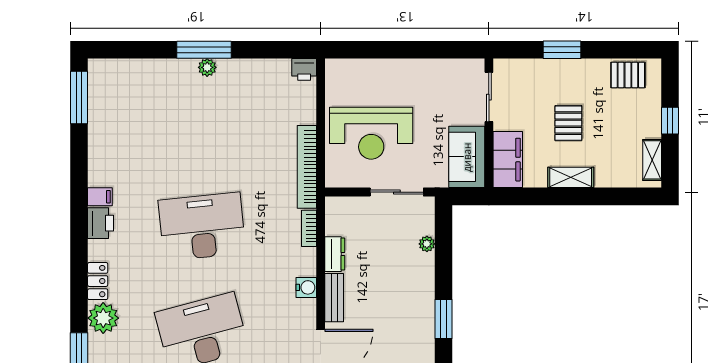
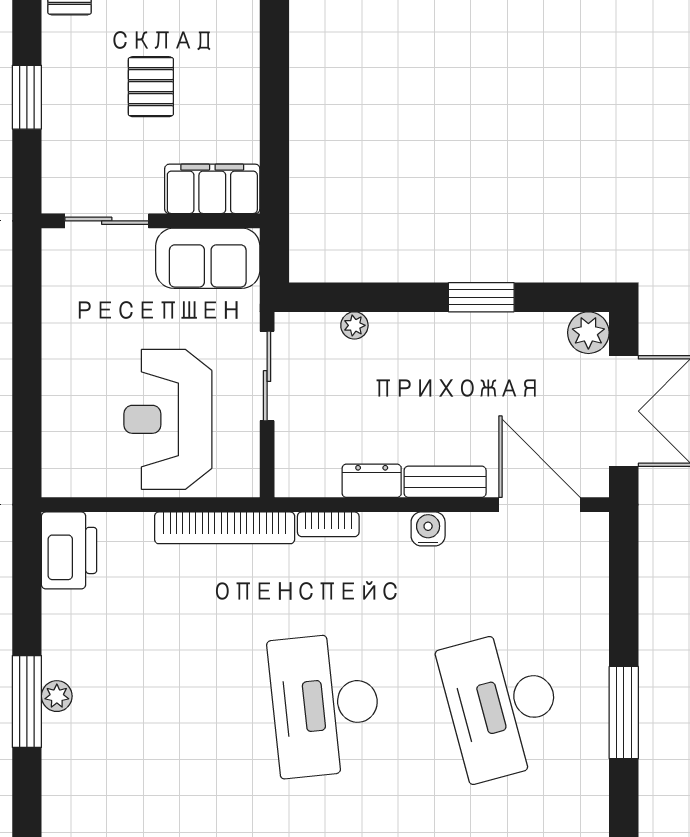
printer: (304, 69) -> (69, 550), width x1.87, depth x1.48
pallet: (568, 123) -> (151, 87), turned 90
reception desk: (371, 133) -> (168, 419), turned 180
shelving: (571, 177) -> (242, 83), removed

